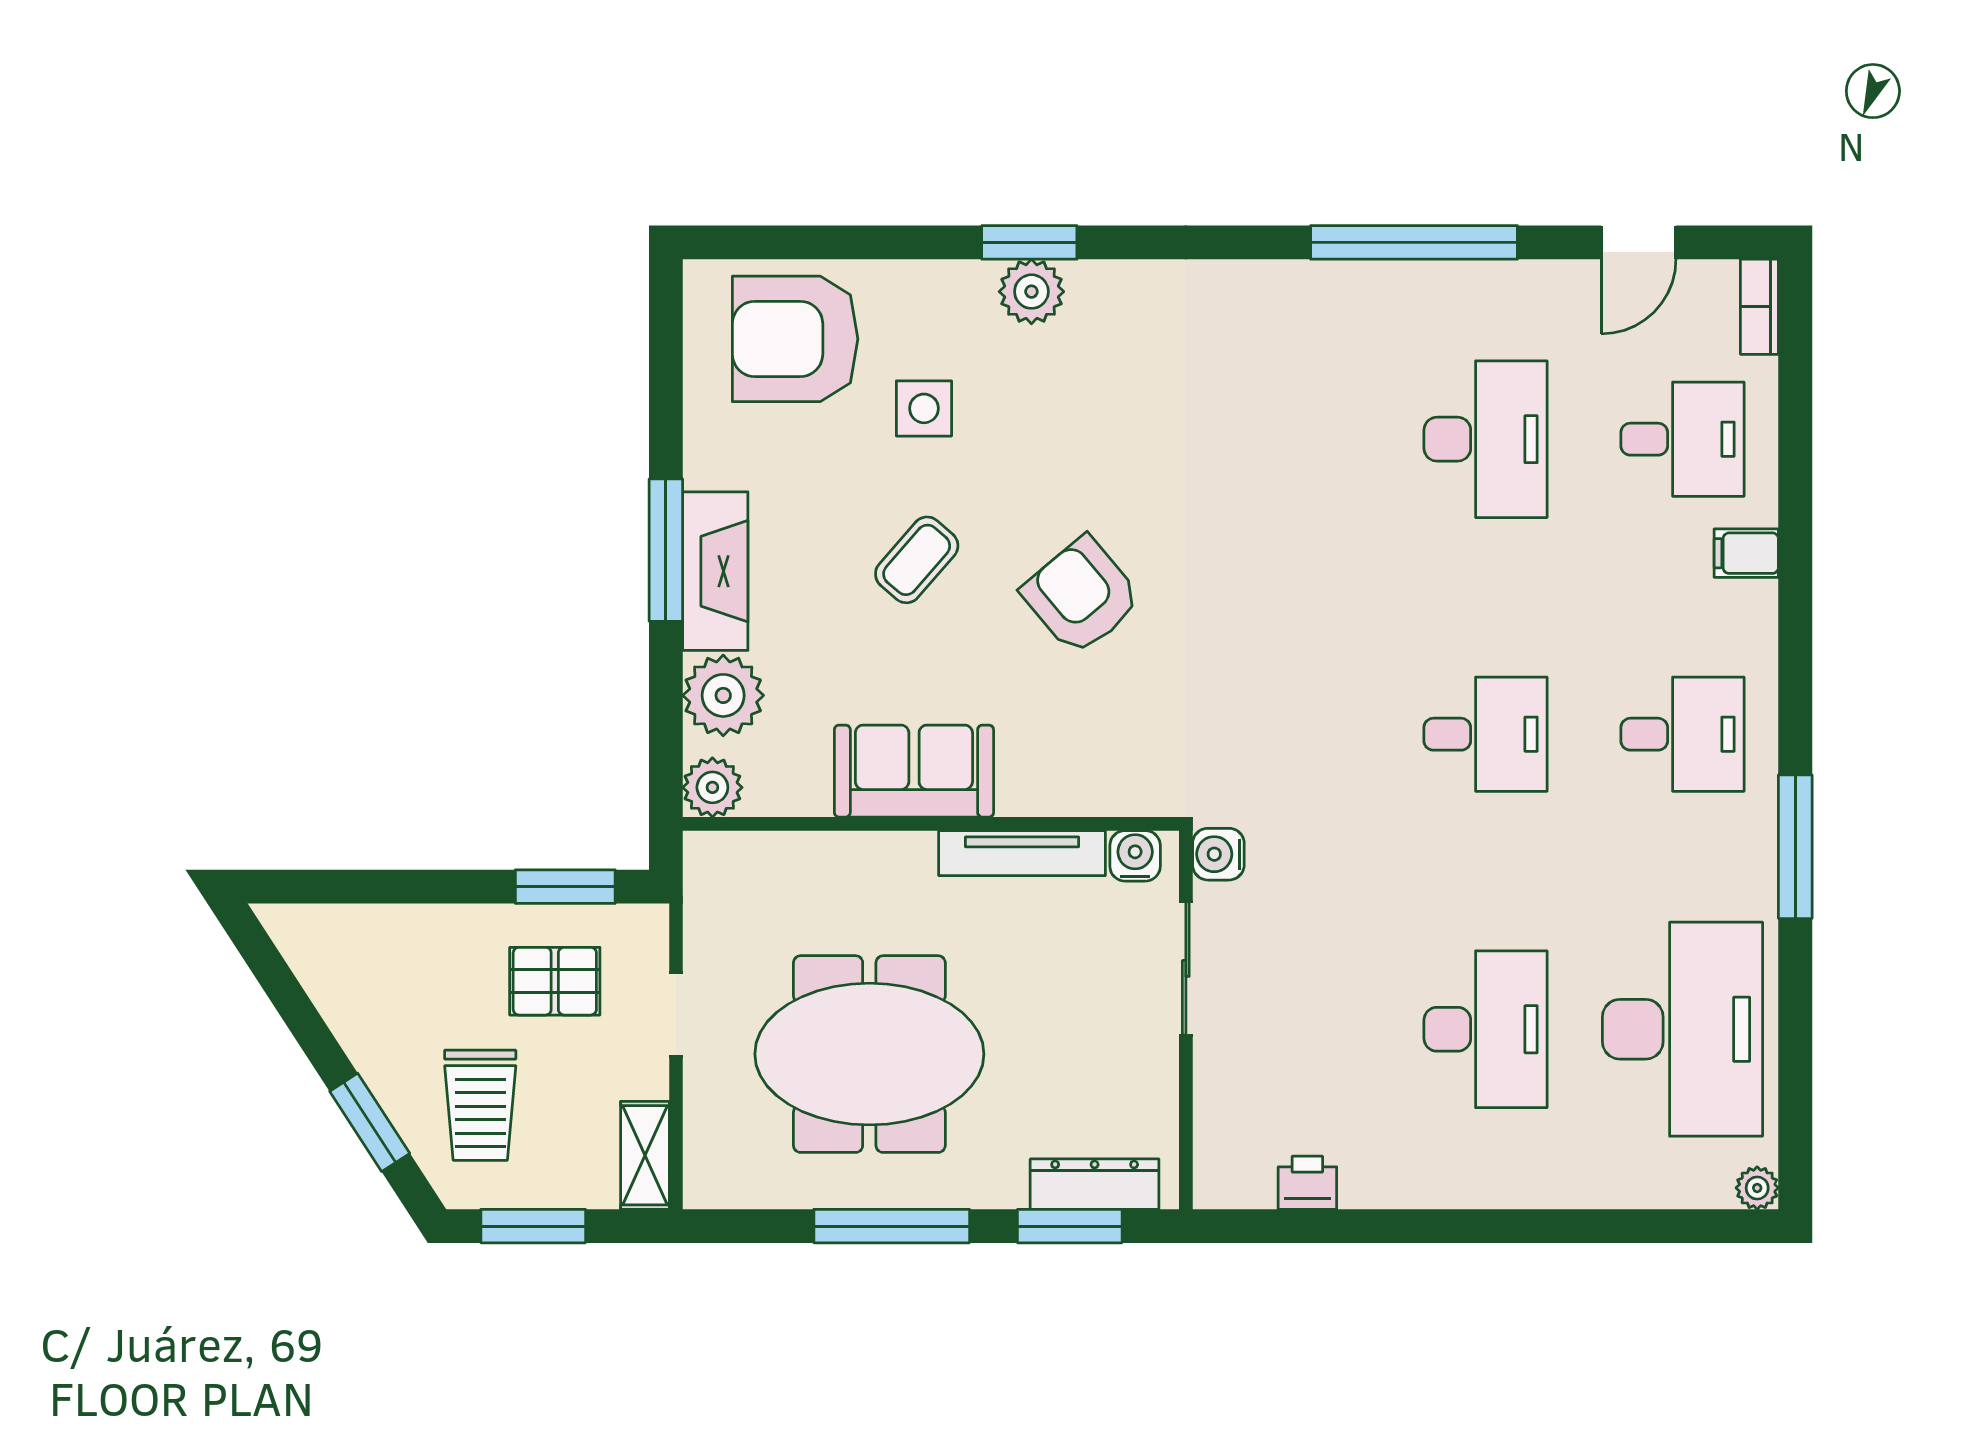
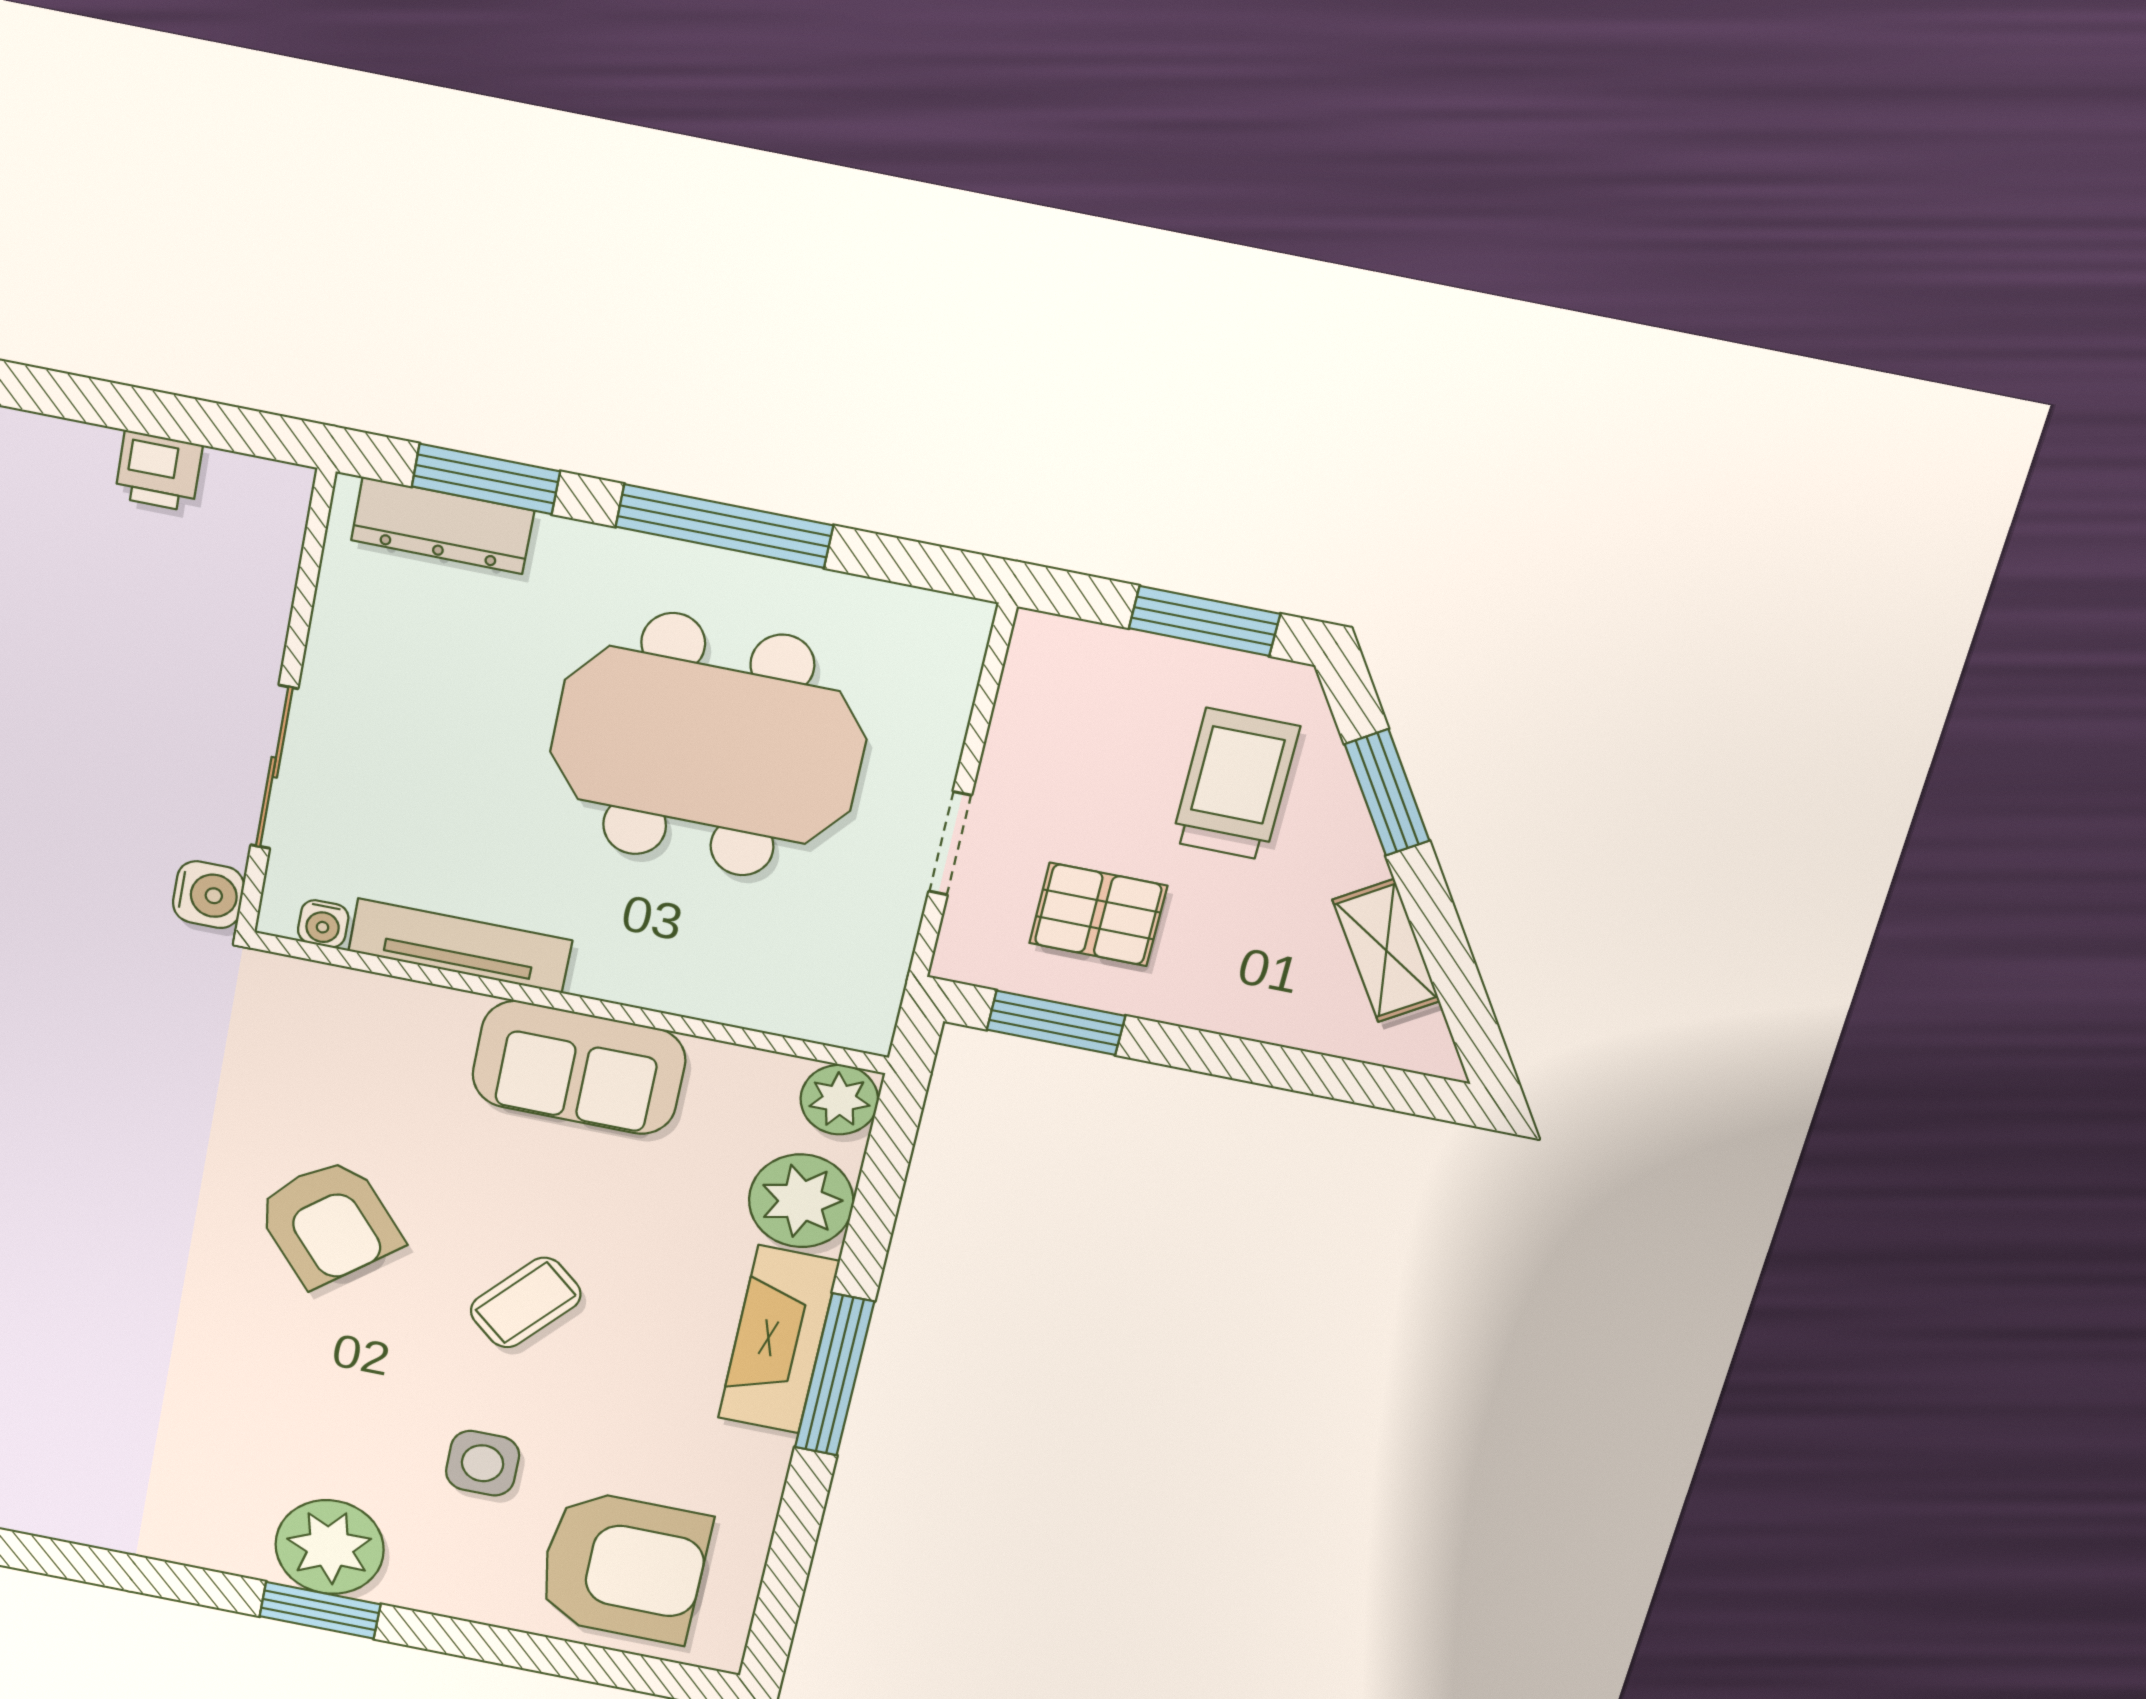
plant: (1031, 292) -> (330, 1547), width x1.36, depth x1.36
water cooler: (1135, 856) -> (323, 924), width x0.72, depth x0.72
shelving: (645, 1155) -> (1386, 951), moved, turned -33

